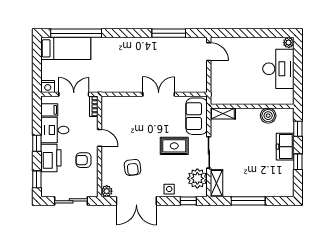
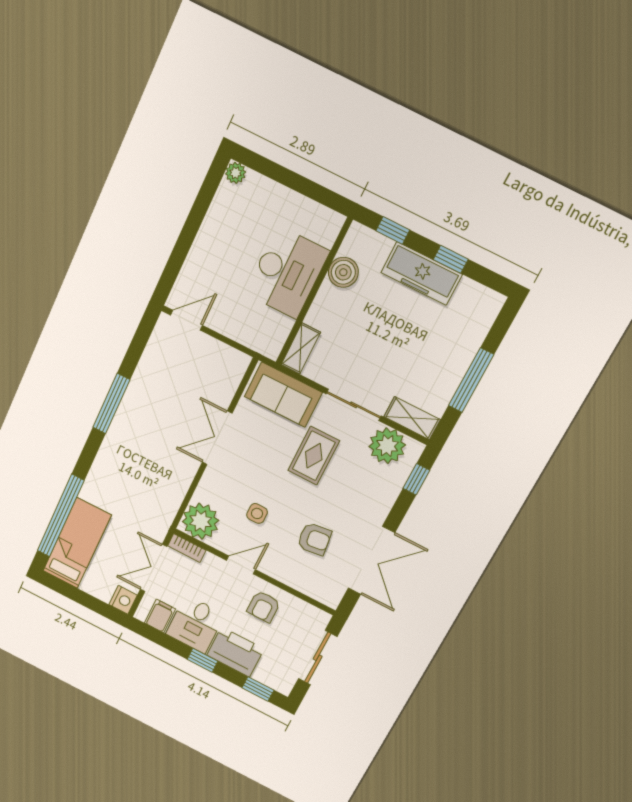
window: (169, 33) -> (111, 404), moved
desk: (278, 69) -> (287, 272), moved, turned 90
freezer: (285, 147) -> (421, 274), width x1.40
side table: (169, 189) -> (257, 513), moved
plant: (107, 191) -> (201, 521), moved, width x1.88, depth x1.88

